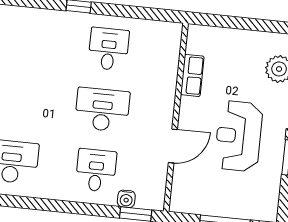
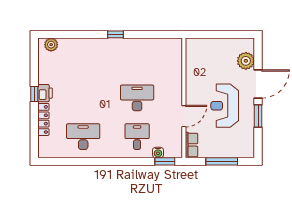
desk: (109, 49) -> (137, 59), removed
row of seats: (192, 75) -> (192, 145), moved

